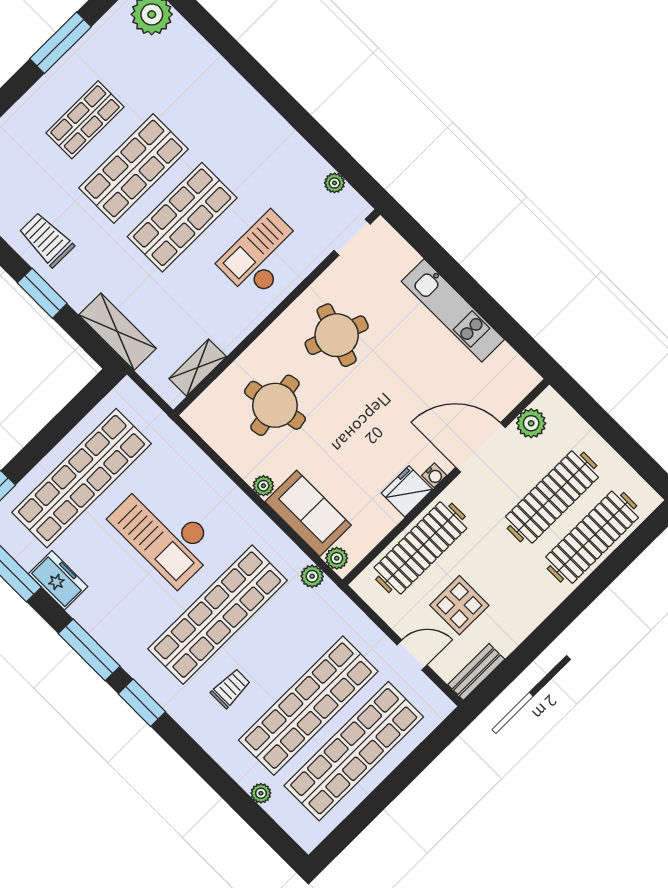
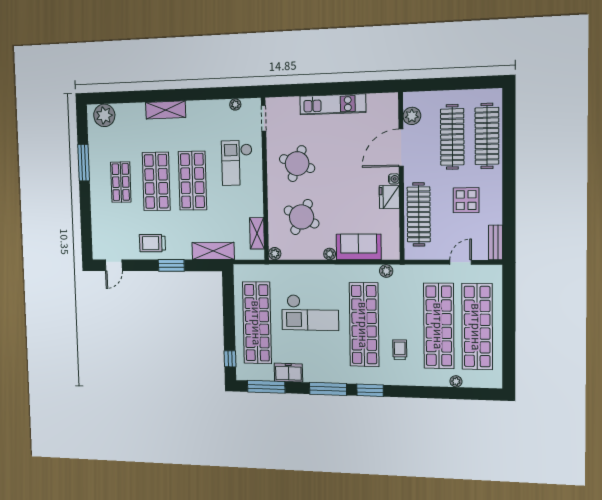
shelving: (239, 94) -> (166, 110), added
round table: (275, 405) -> (302, 217), turned 37
plant: (337, 558) -> (275, 254), moved
display table: (459, 605) -> (466, 200), moved

